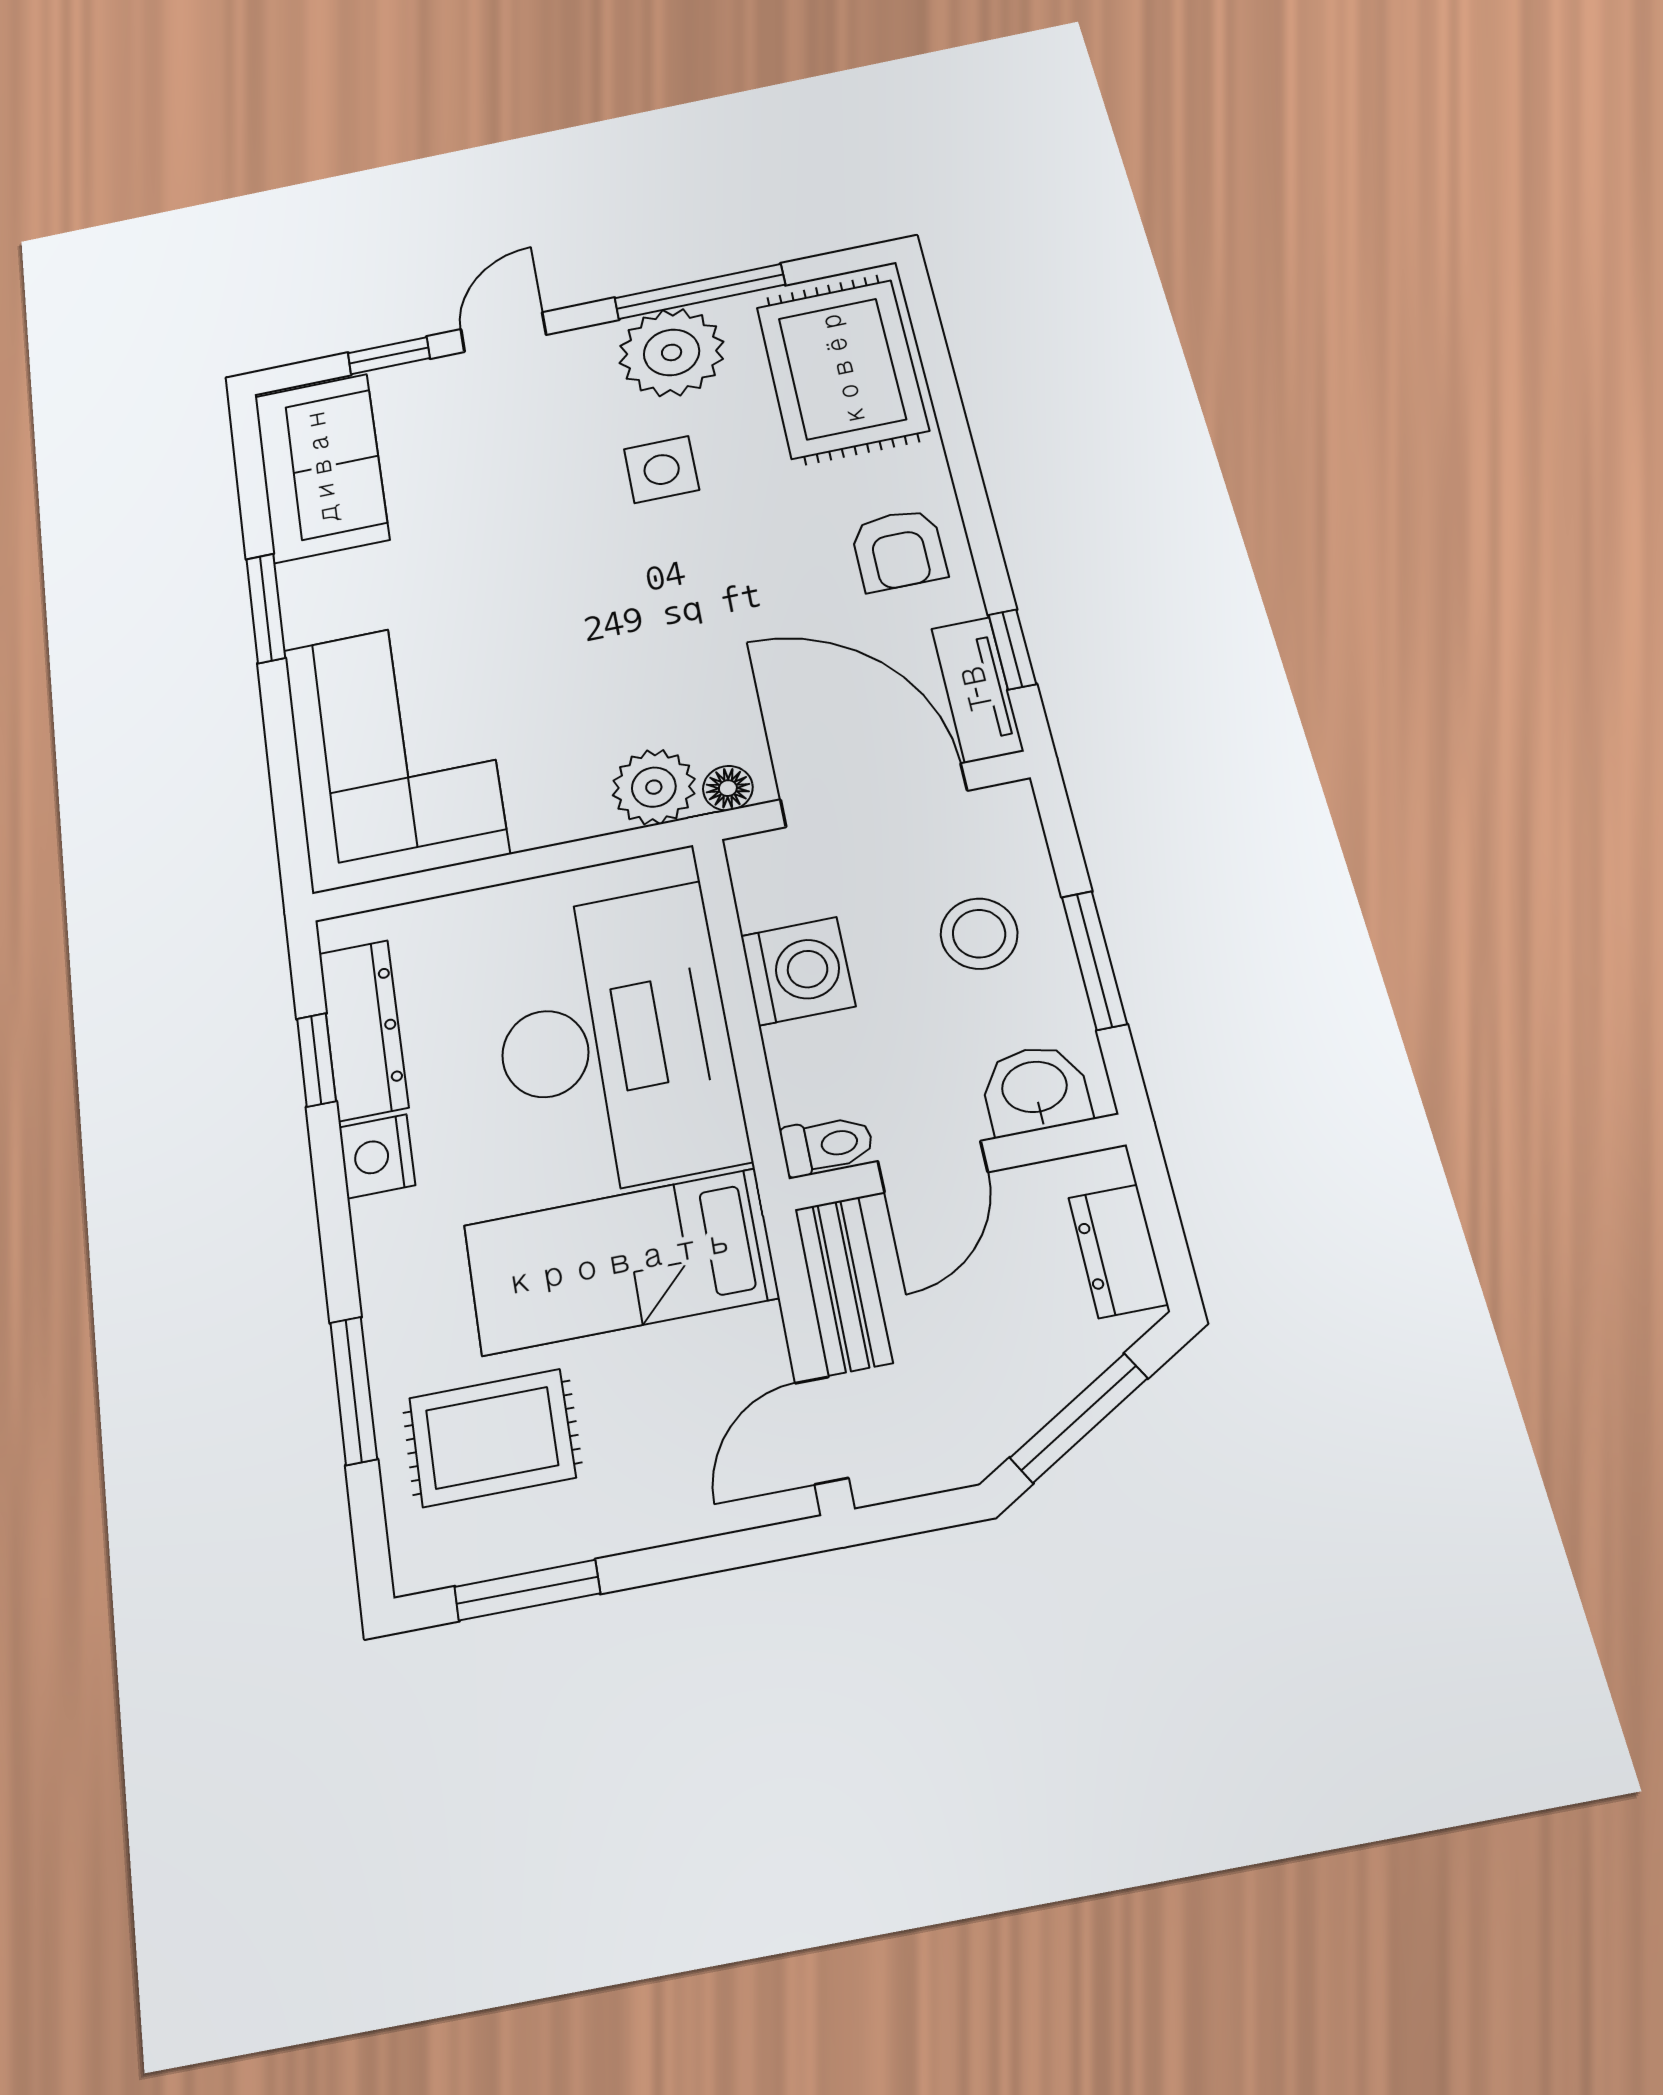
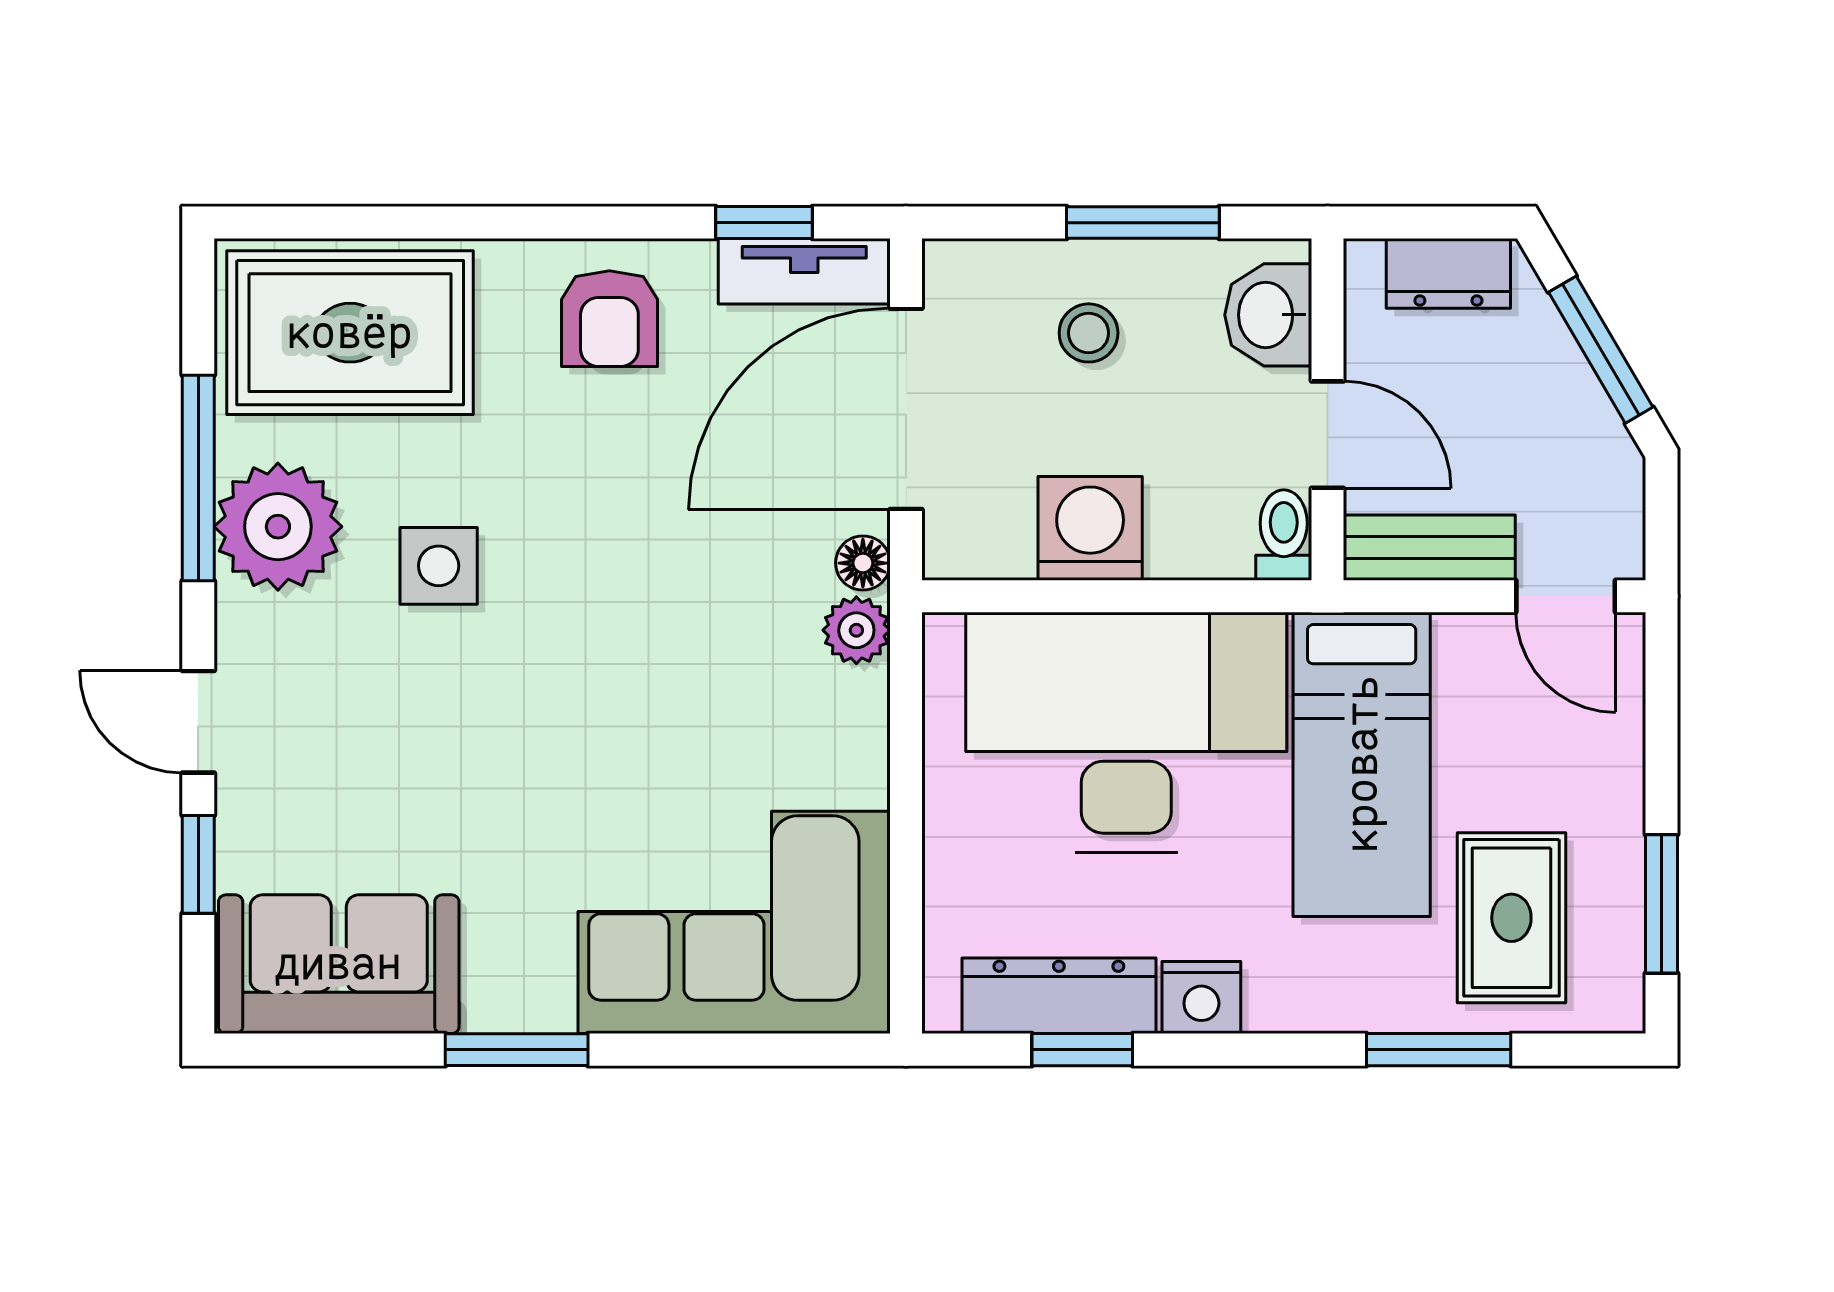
armchair: (899, 550) -> (609, 319), turned 90
plant: (654, 787) -> (856, 630), width x0.73, depth x0.73
stool: (979, 934) -> (1089, 333), width x0.73, depth x0.73

